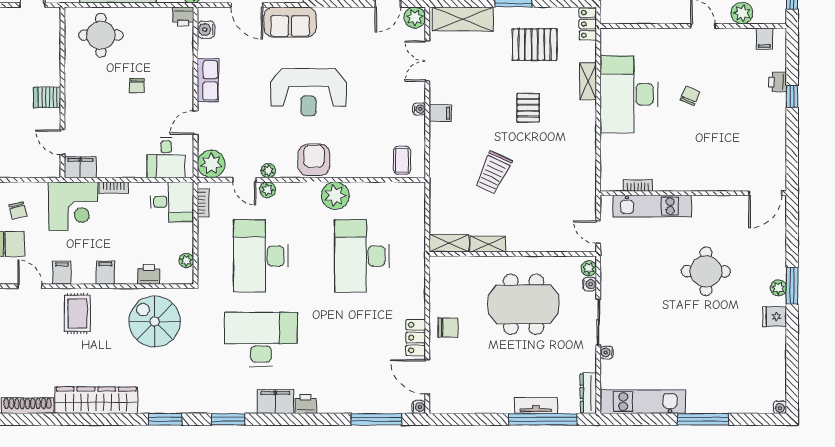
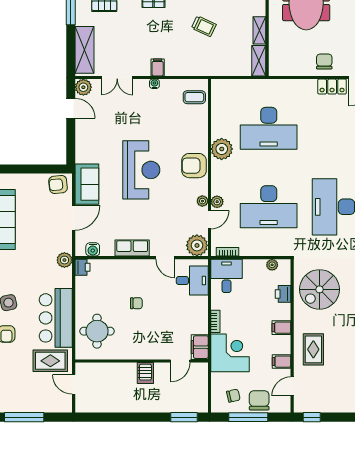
trolley: (493, 173) -> (204, 26), width x0.73, depth x0.72
rug: (77, 313) -> (313, 349), turned 90

